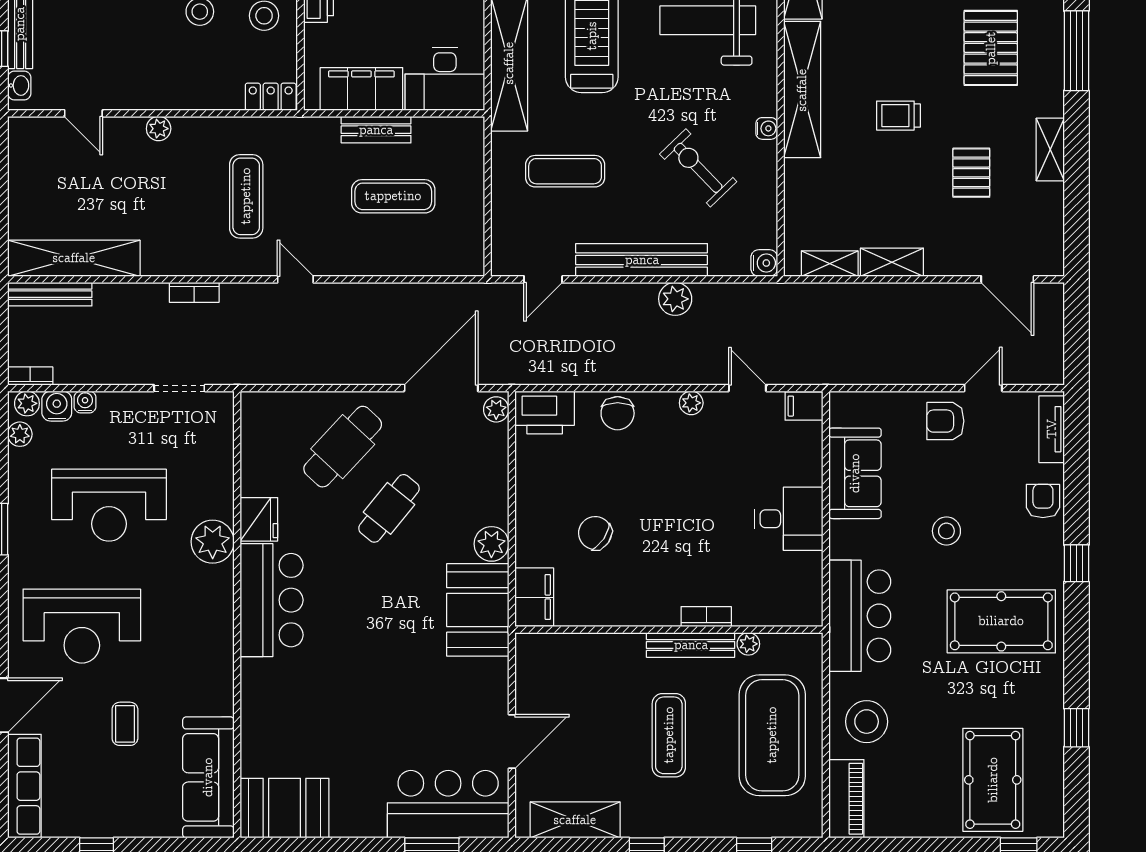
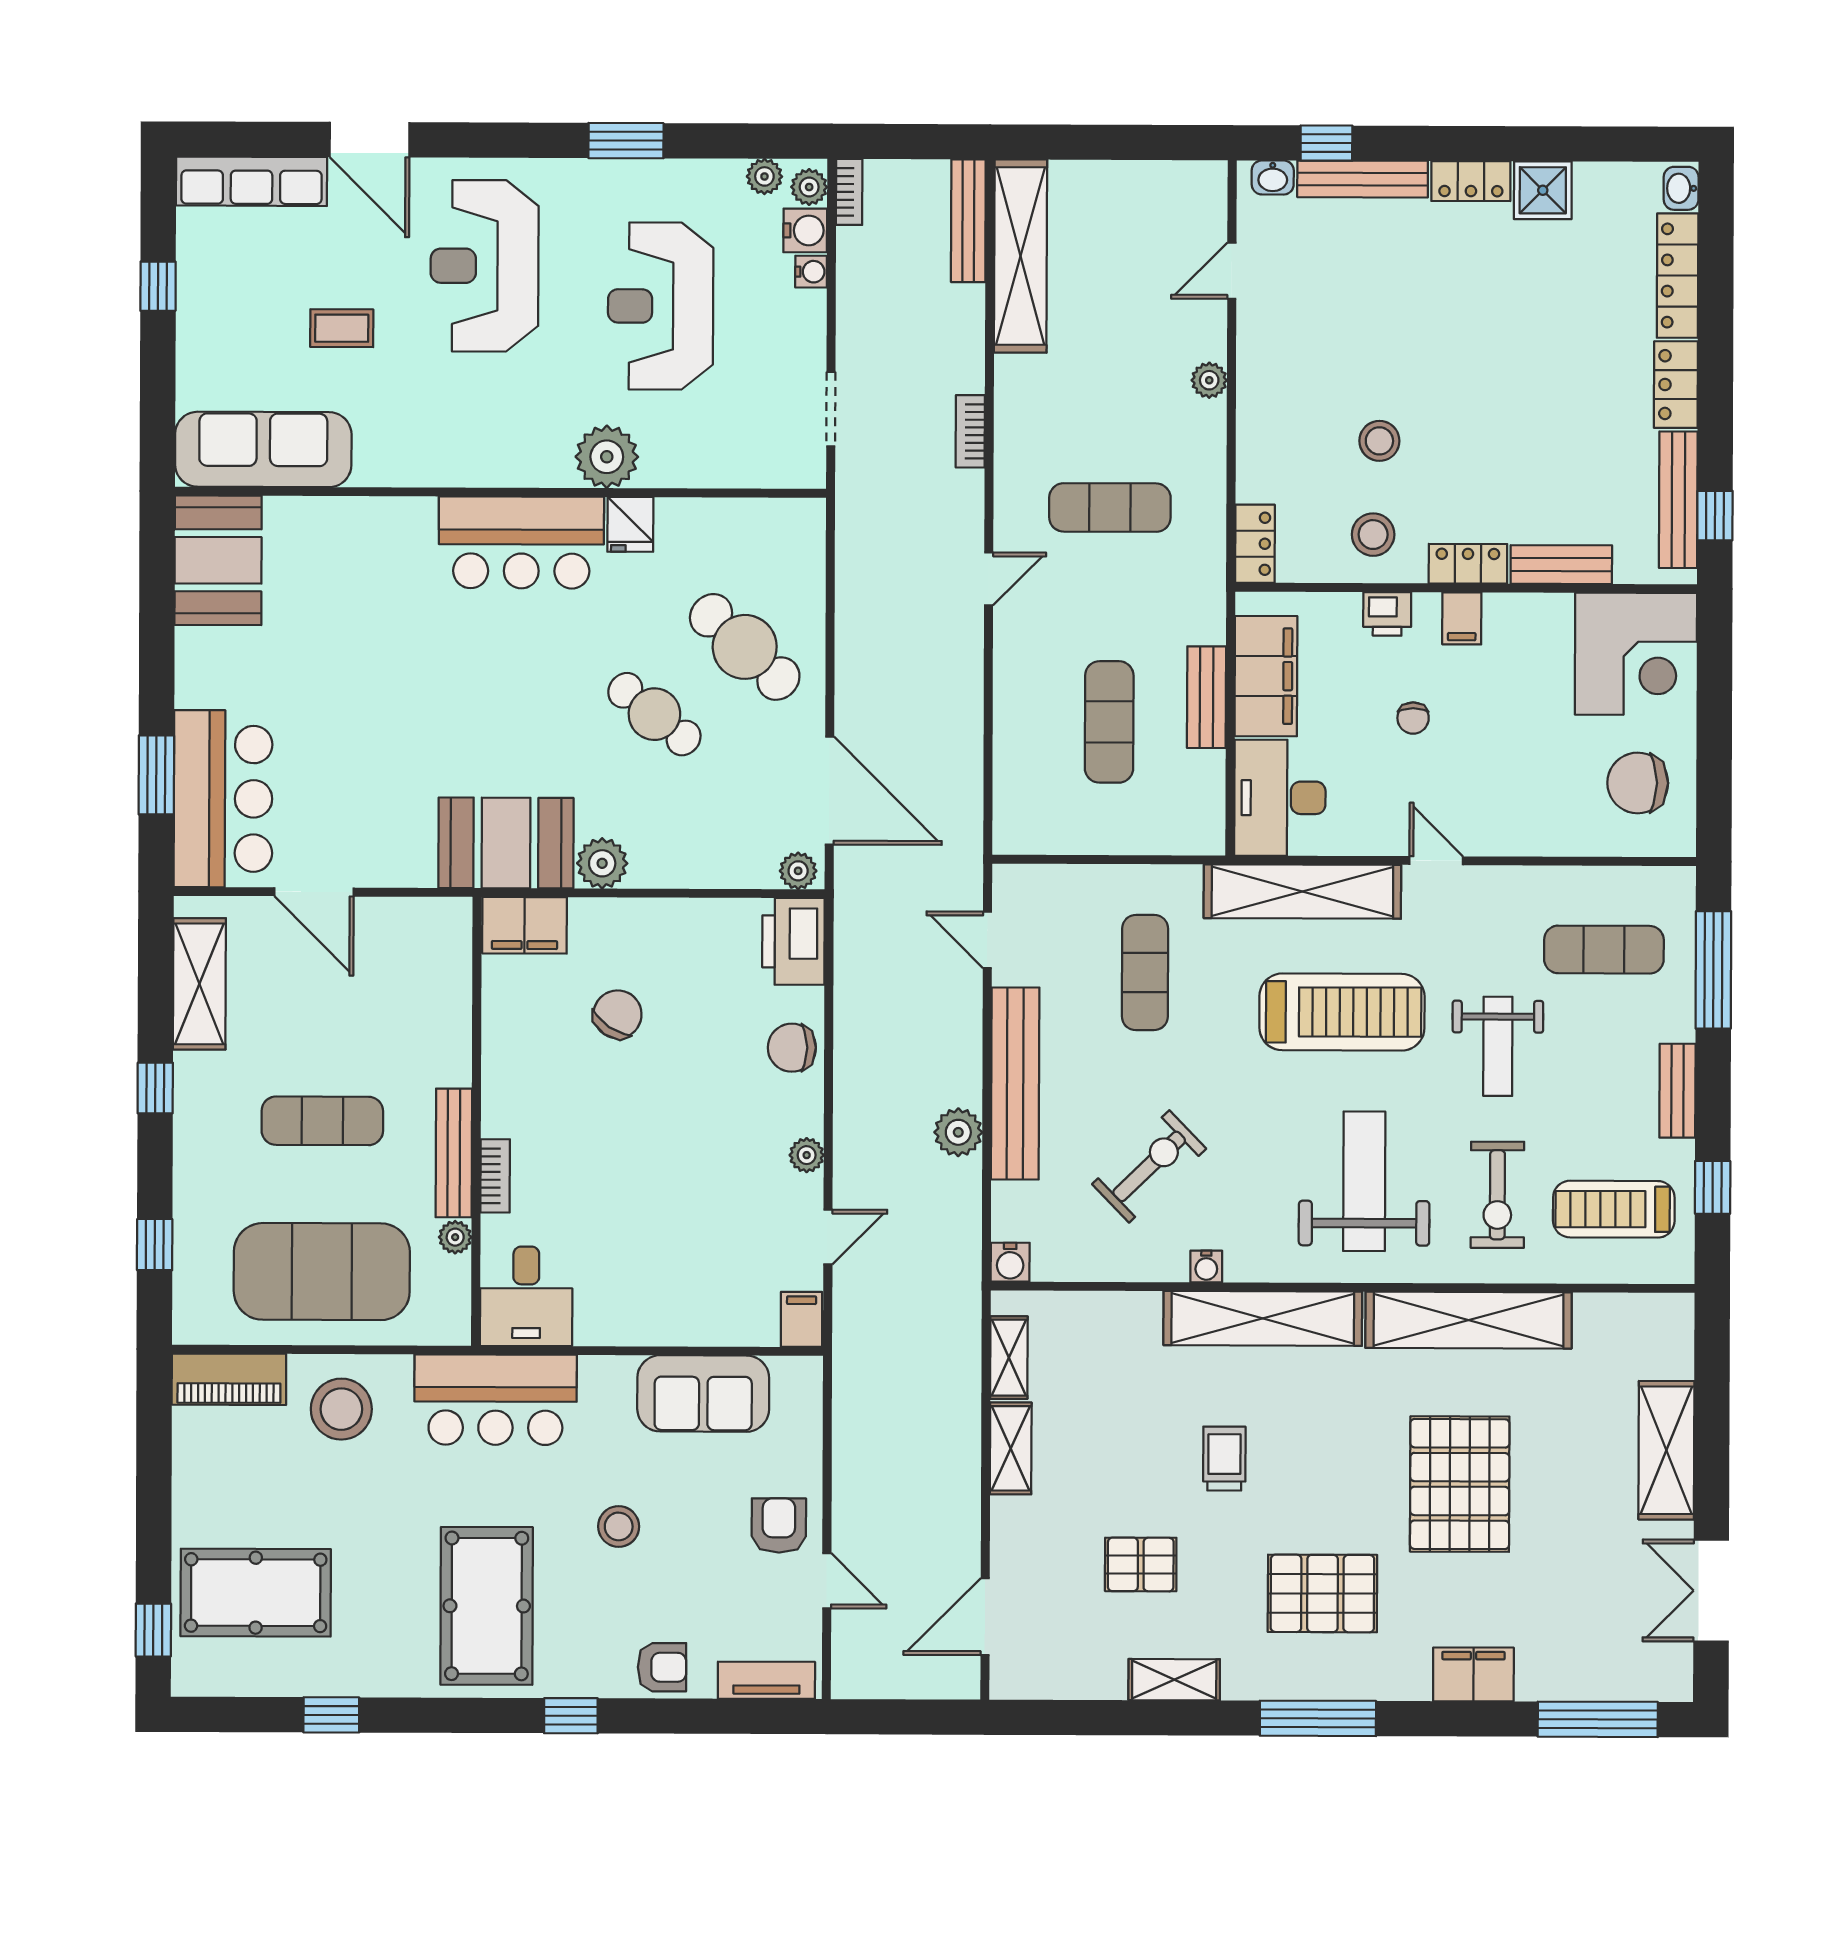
fridge: (259, 519) -> (630, 524), width x0.72
desk: (789, 519) -> (526, 1296), moved

